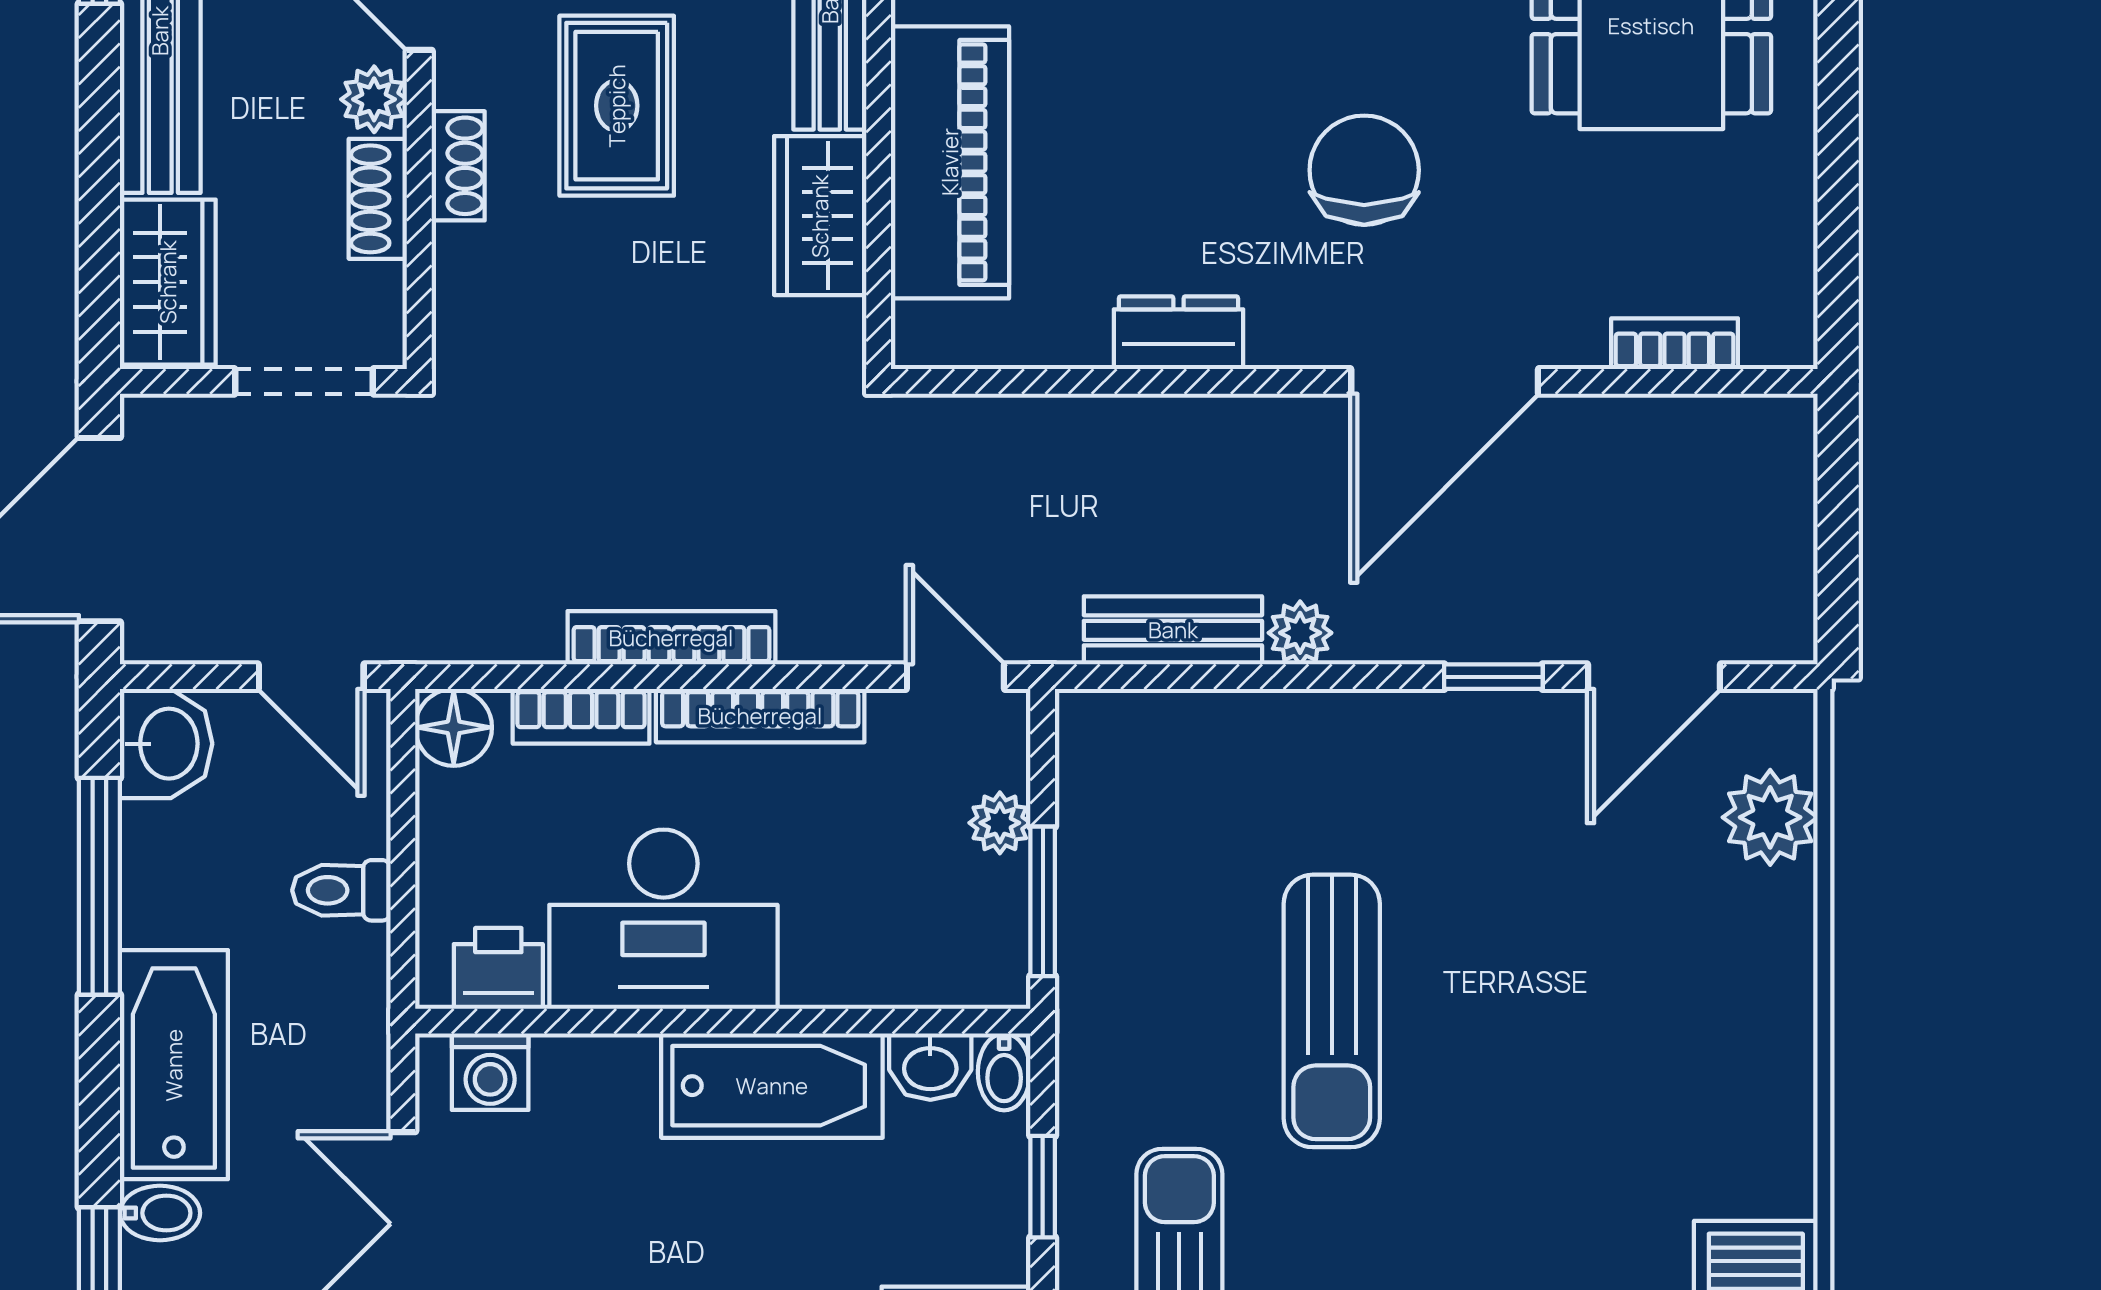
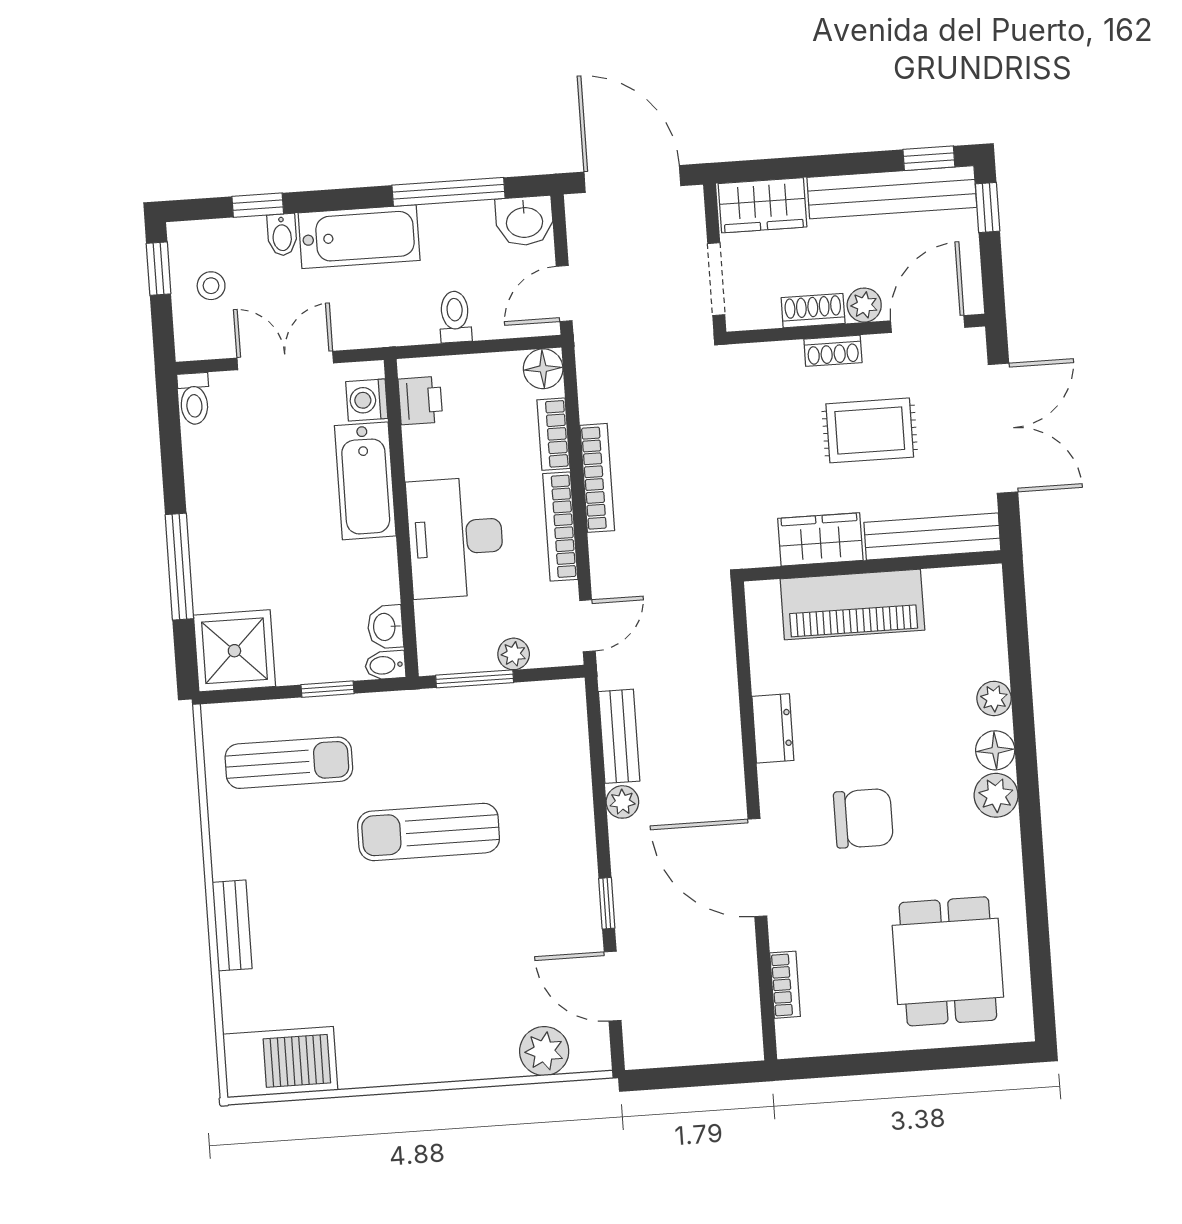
desk: (663, 919) -> (456, 538), moved
bathtub: (772, 1086) -> (365, 481), moved

